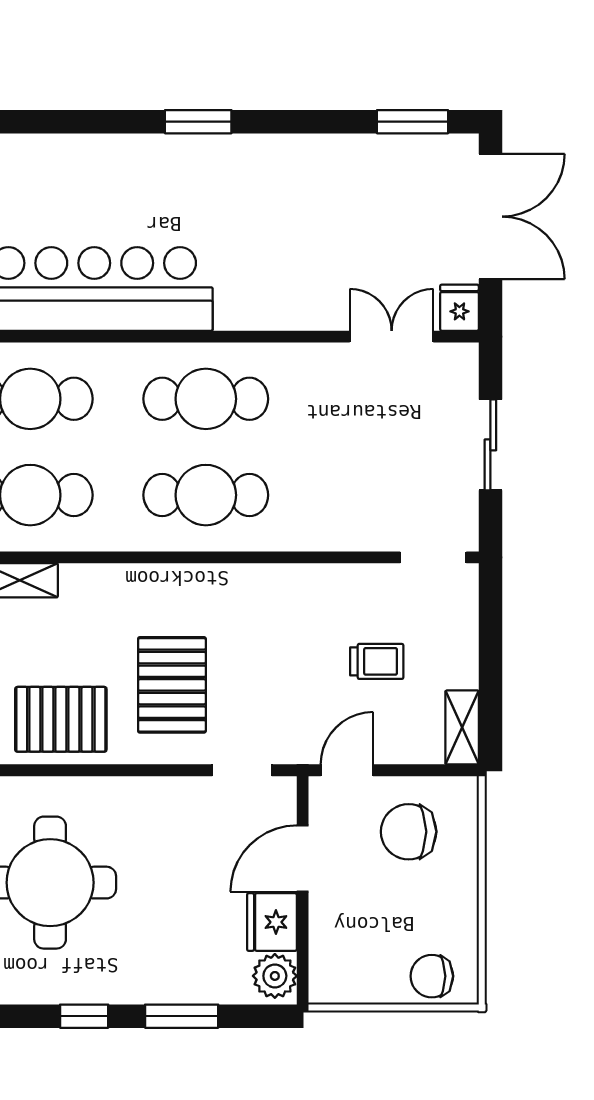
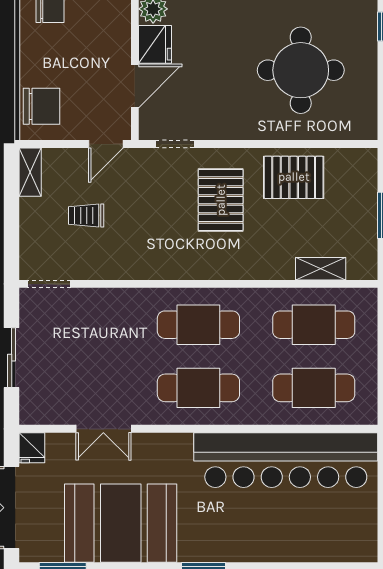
booth: (324, 193) -> (121, 523), added
double door: (392, 337) -> (103, 429), moved
chair: (409, 832) -> (42, 106), moved

